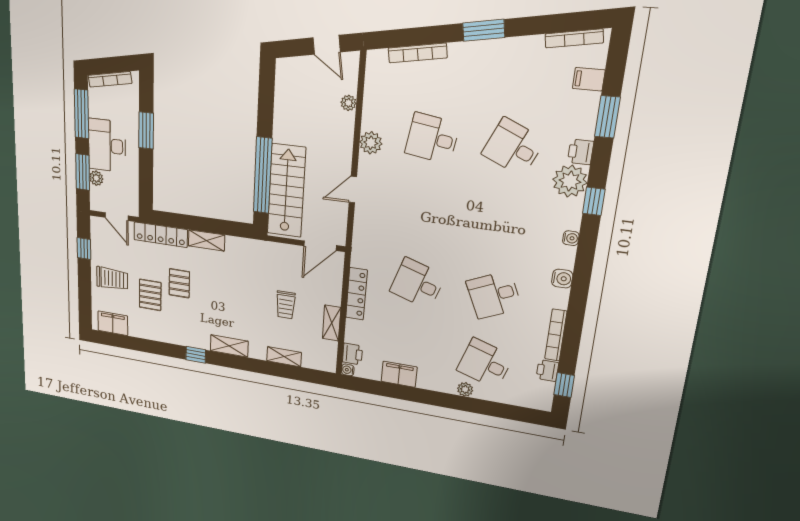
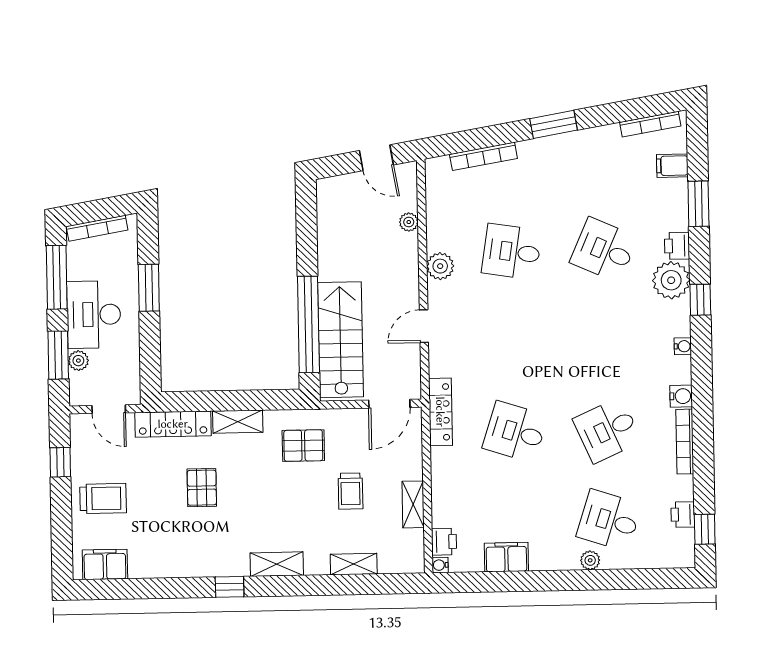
locker: (357, 294) -> (440, 412), moved
pallet: (150, 295) -> (303, 446), moved, turned 90
bookcase: (556, 335) -> (685, 442), moved

